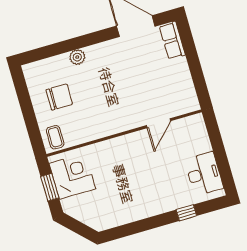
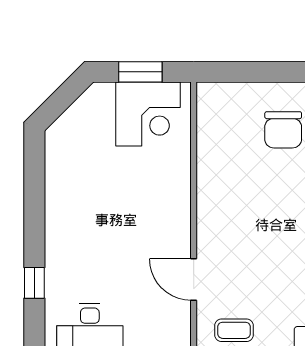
coffee table: (55, 137) -> (234, 330), moved

